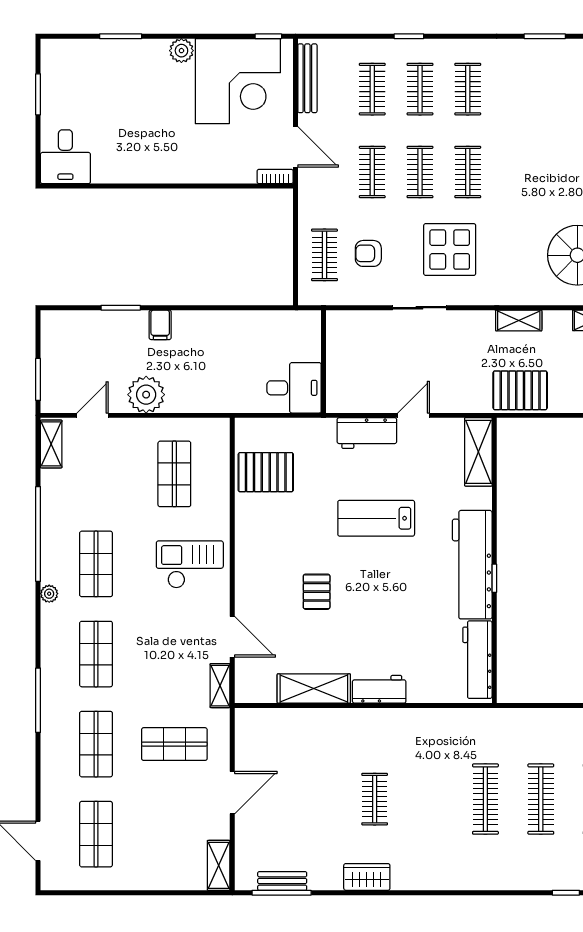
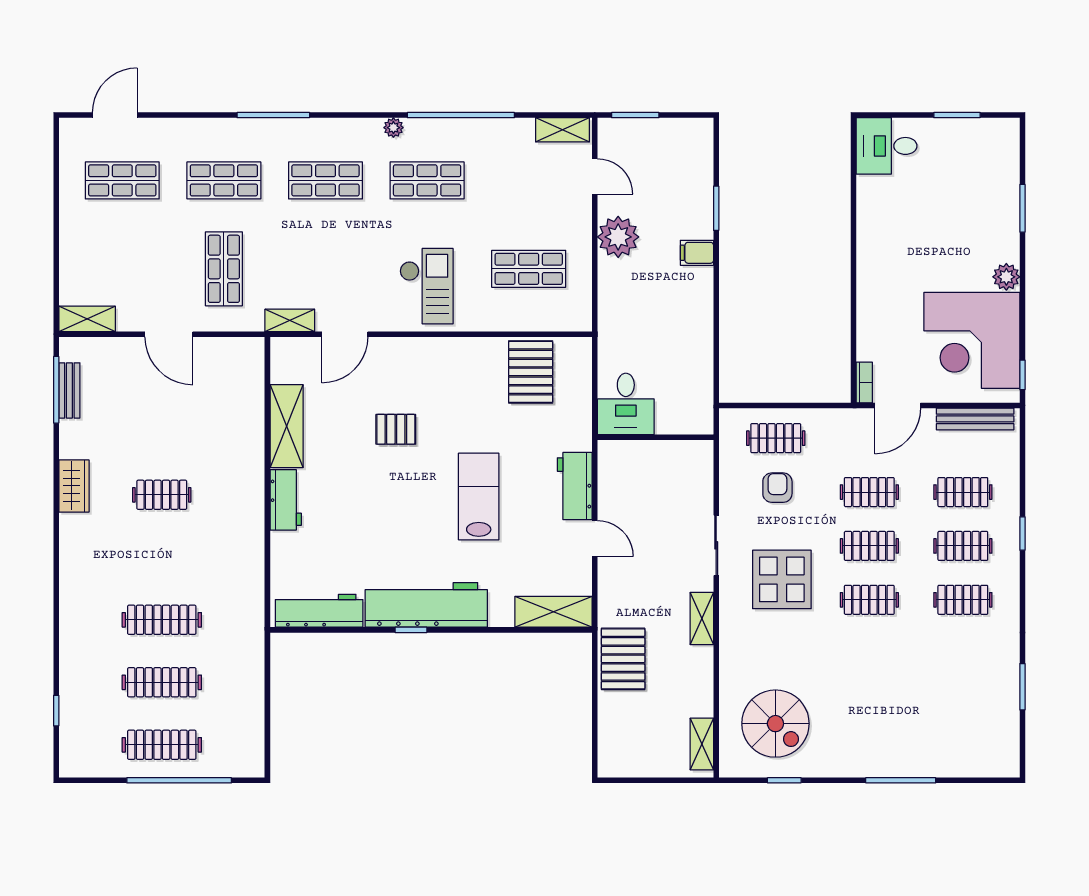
shelving: (519, 320) -> (702, 619), moved

